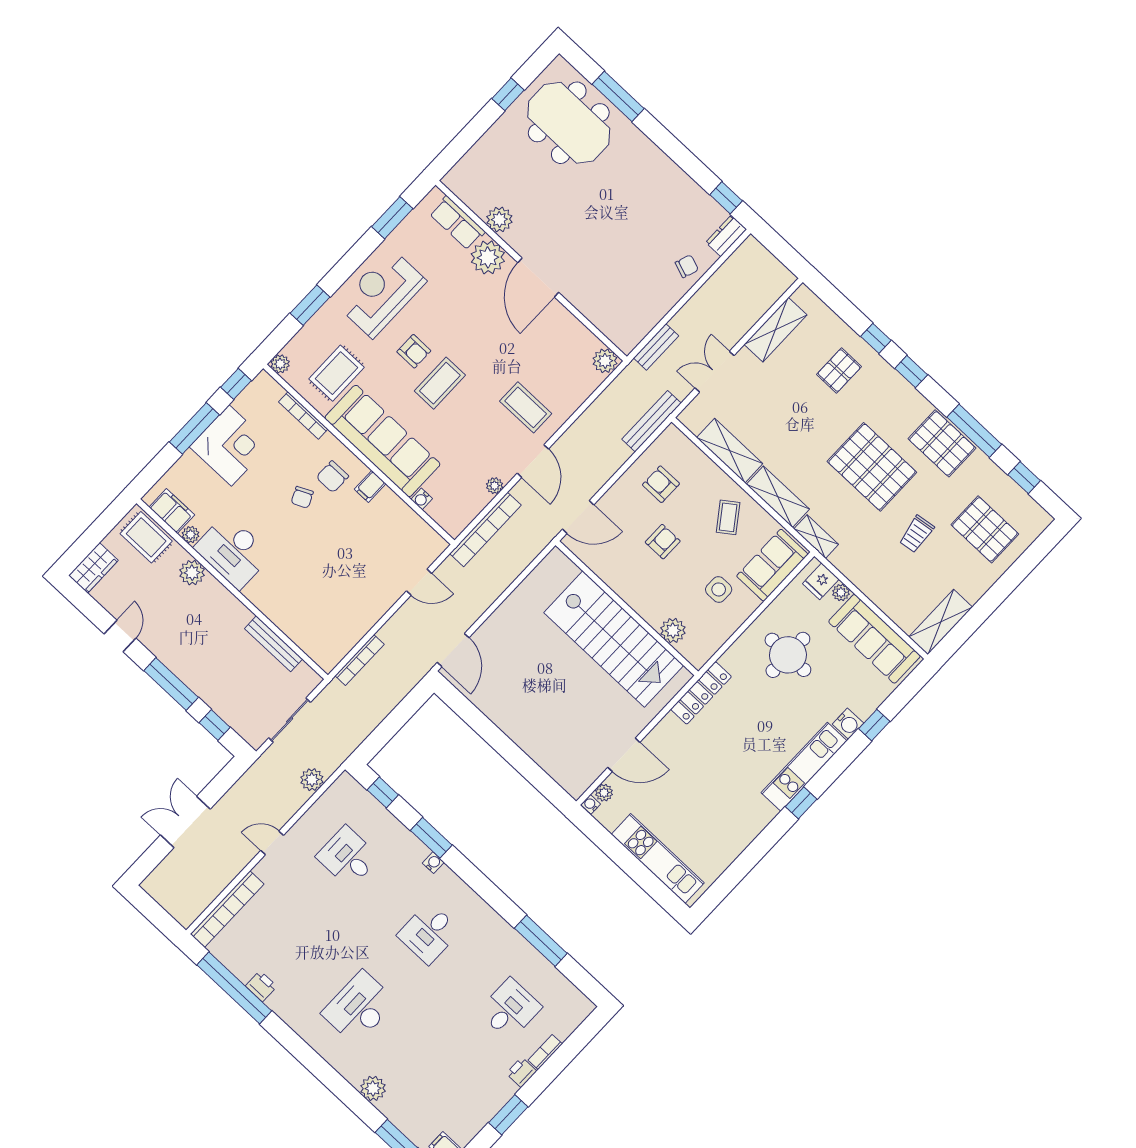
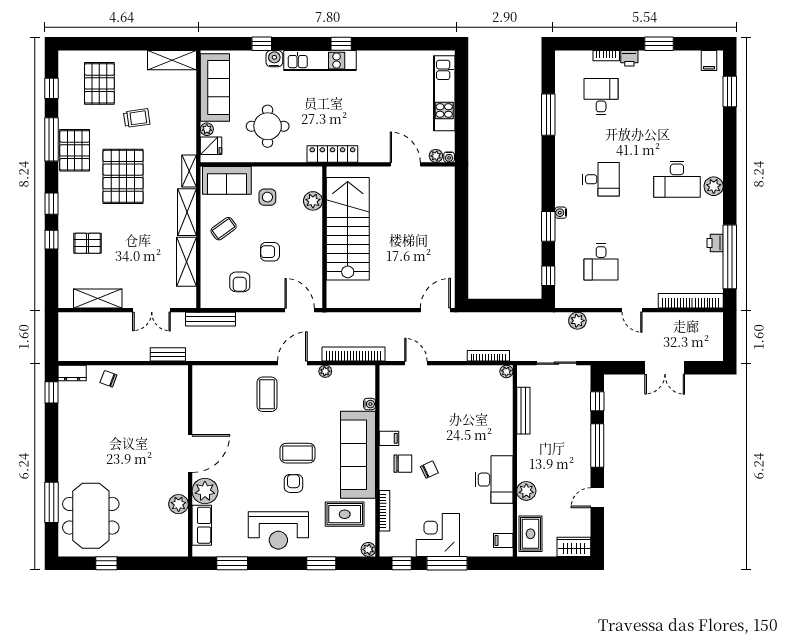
plant: (605, 361) -> (201, 375), removed
filing cabinet: (172, 511) -> (503, 540), width x0.50
plant: (191, 535) -> (506, 371), moved
desk: (510, 1009) -> (601, 97), turned 90
plant: (373, 1088) -> (714, 186), moved

